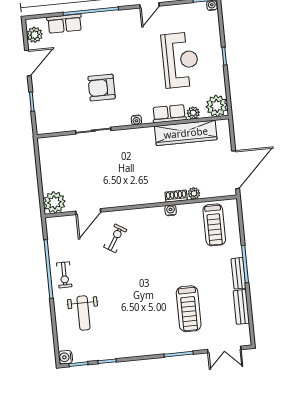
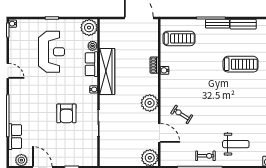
reception desk: (180, 60) -> (51, 52), turned 90
wardrobe: (186, 133) -> (107, 71), moved
plant: (194, 193) -> (150, 103), moved, width x1.88, depth x1.88

